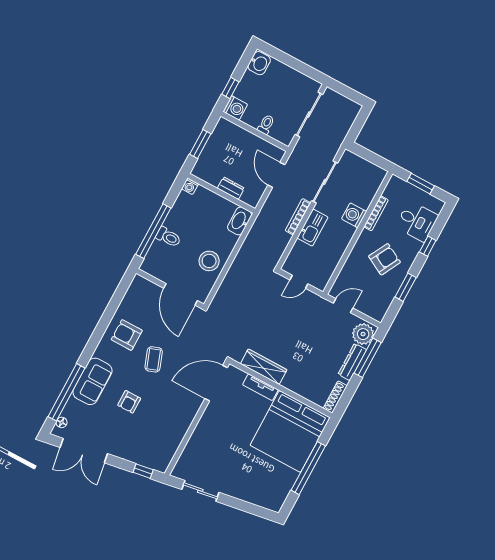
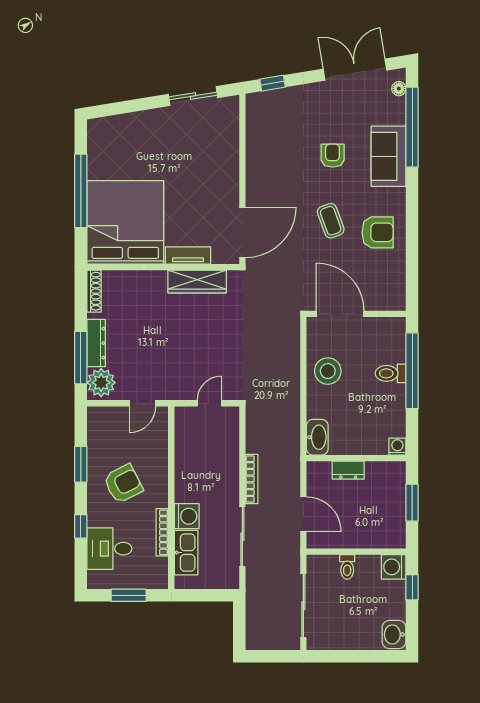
kitchen sink: (313, 228) -> (186, 553), moved, turned 180
armchair: (385, 259) -> (123, 484), turned -145

